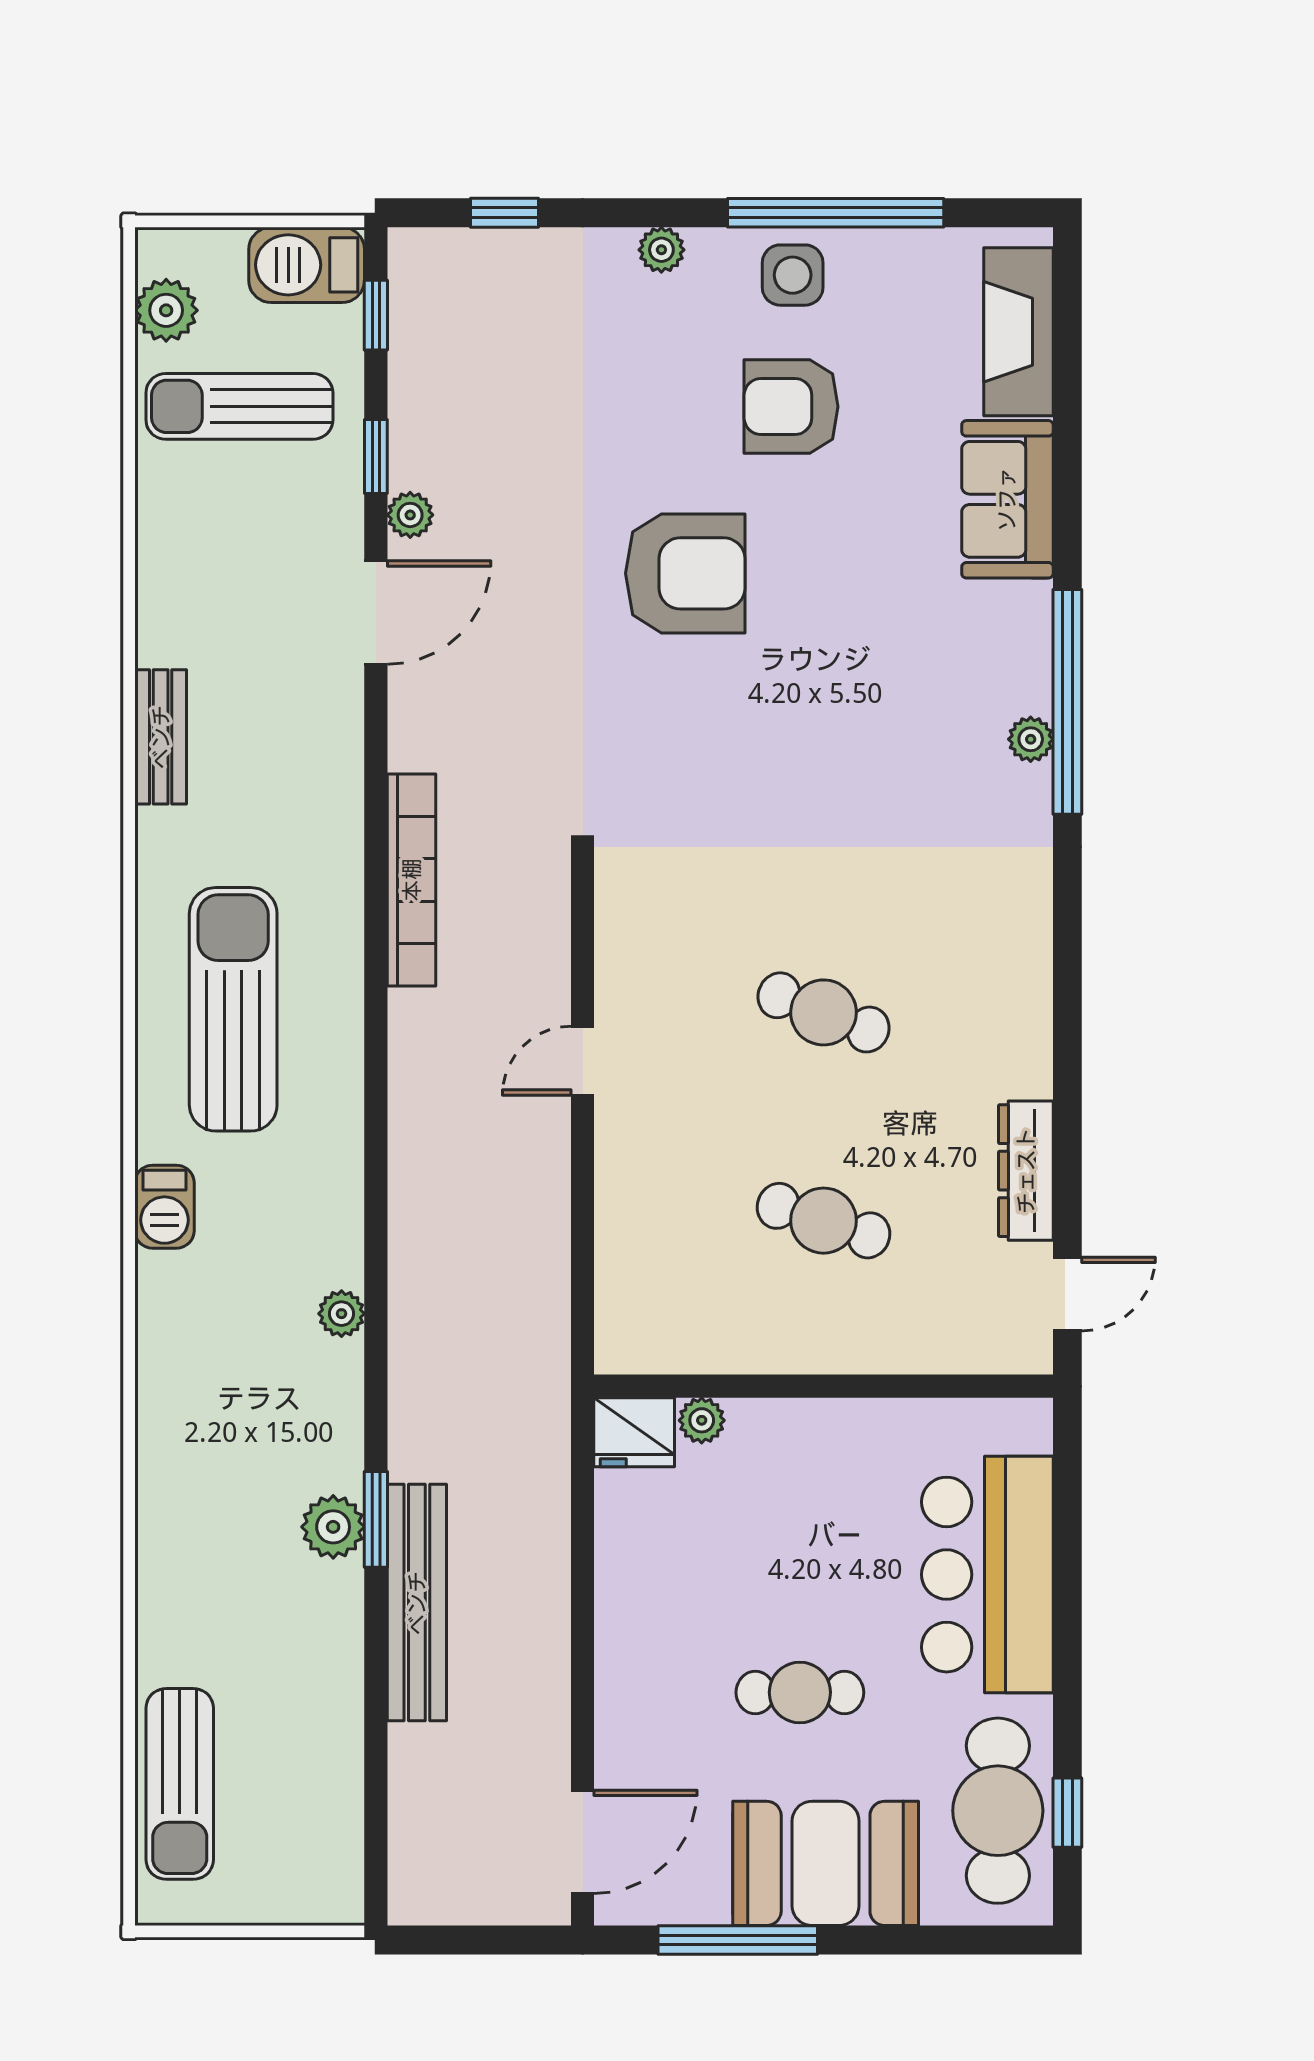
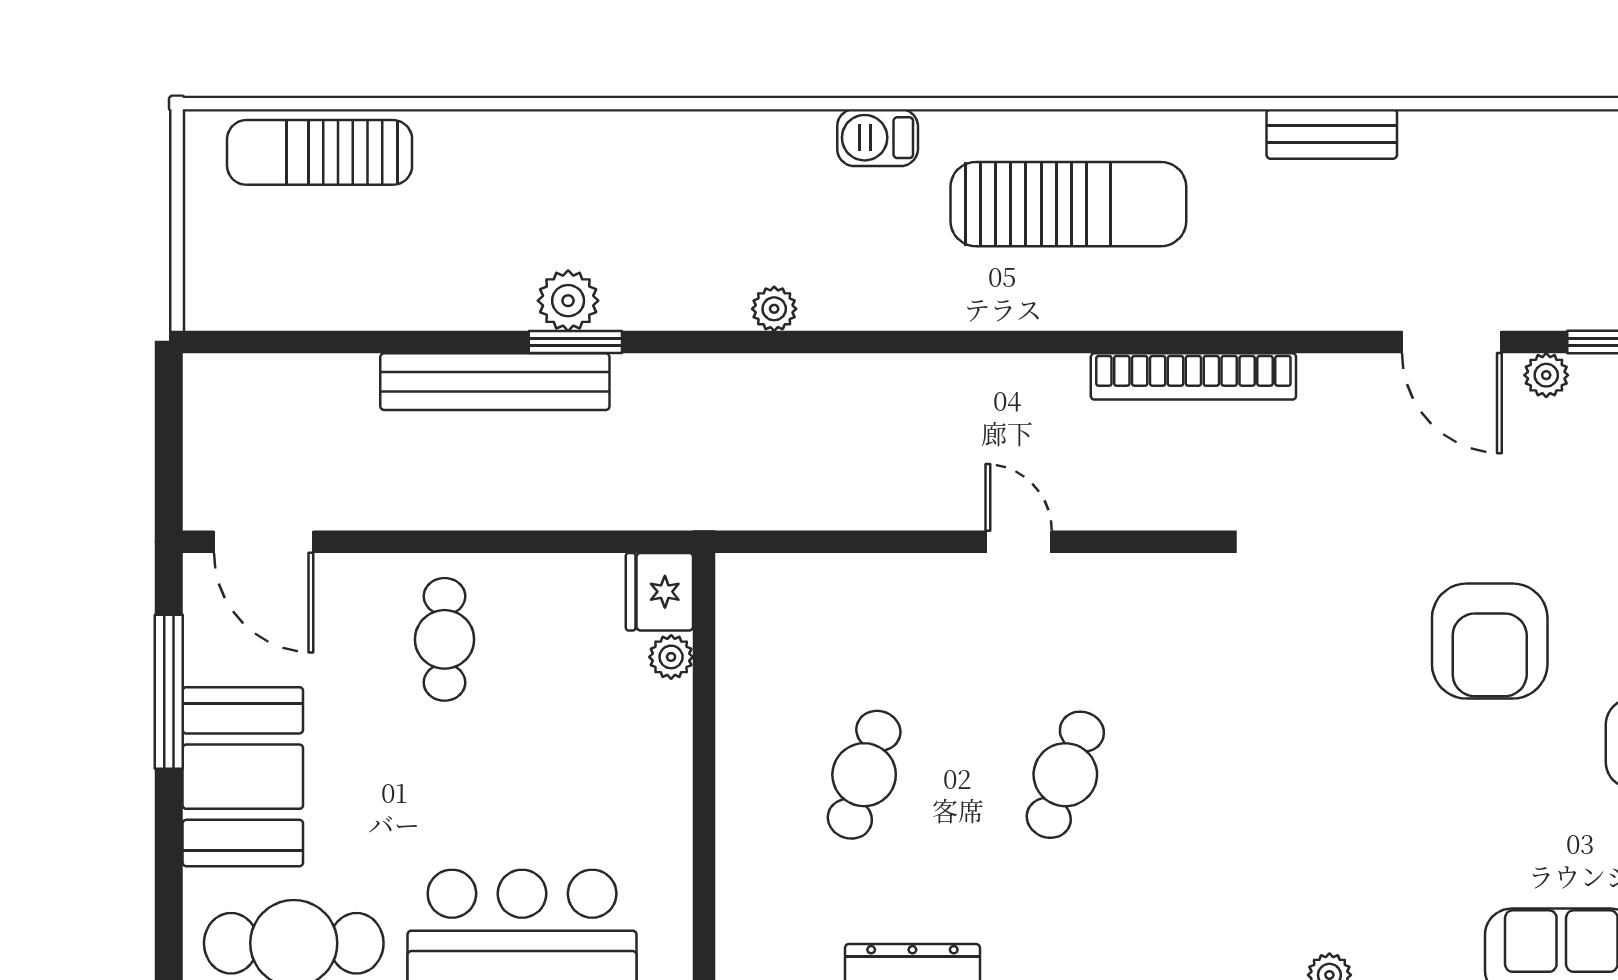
cafe table: (800, 1692) -> (445, 639), moved

